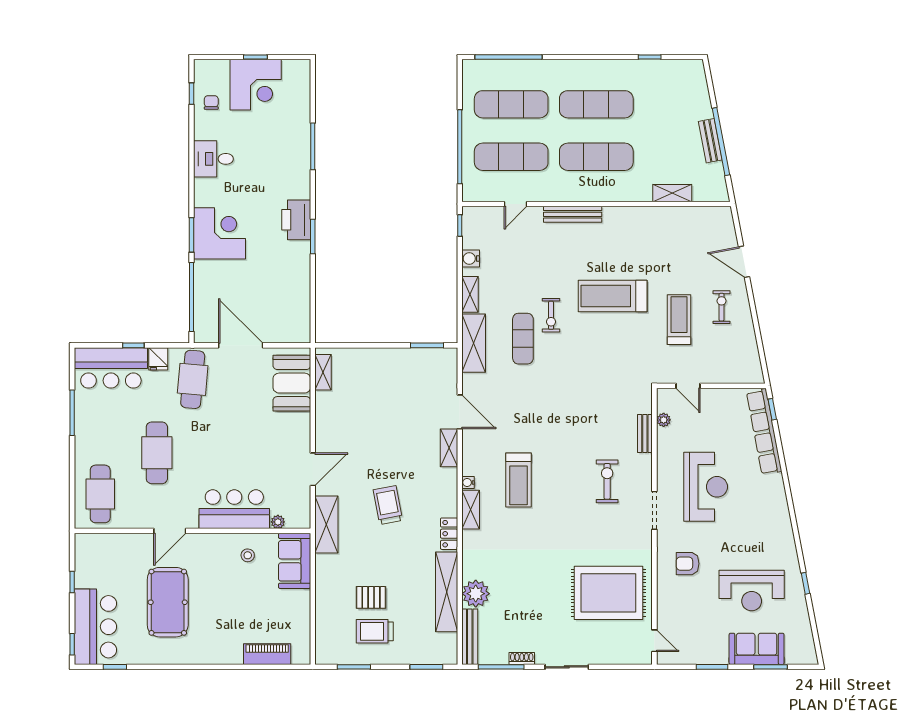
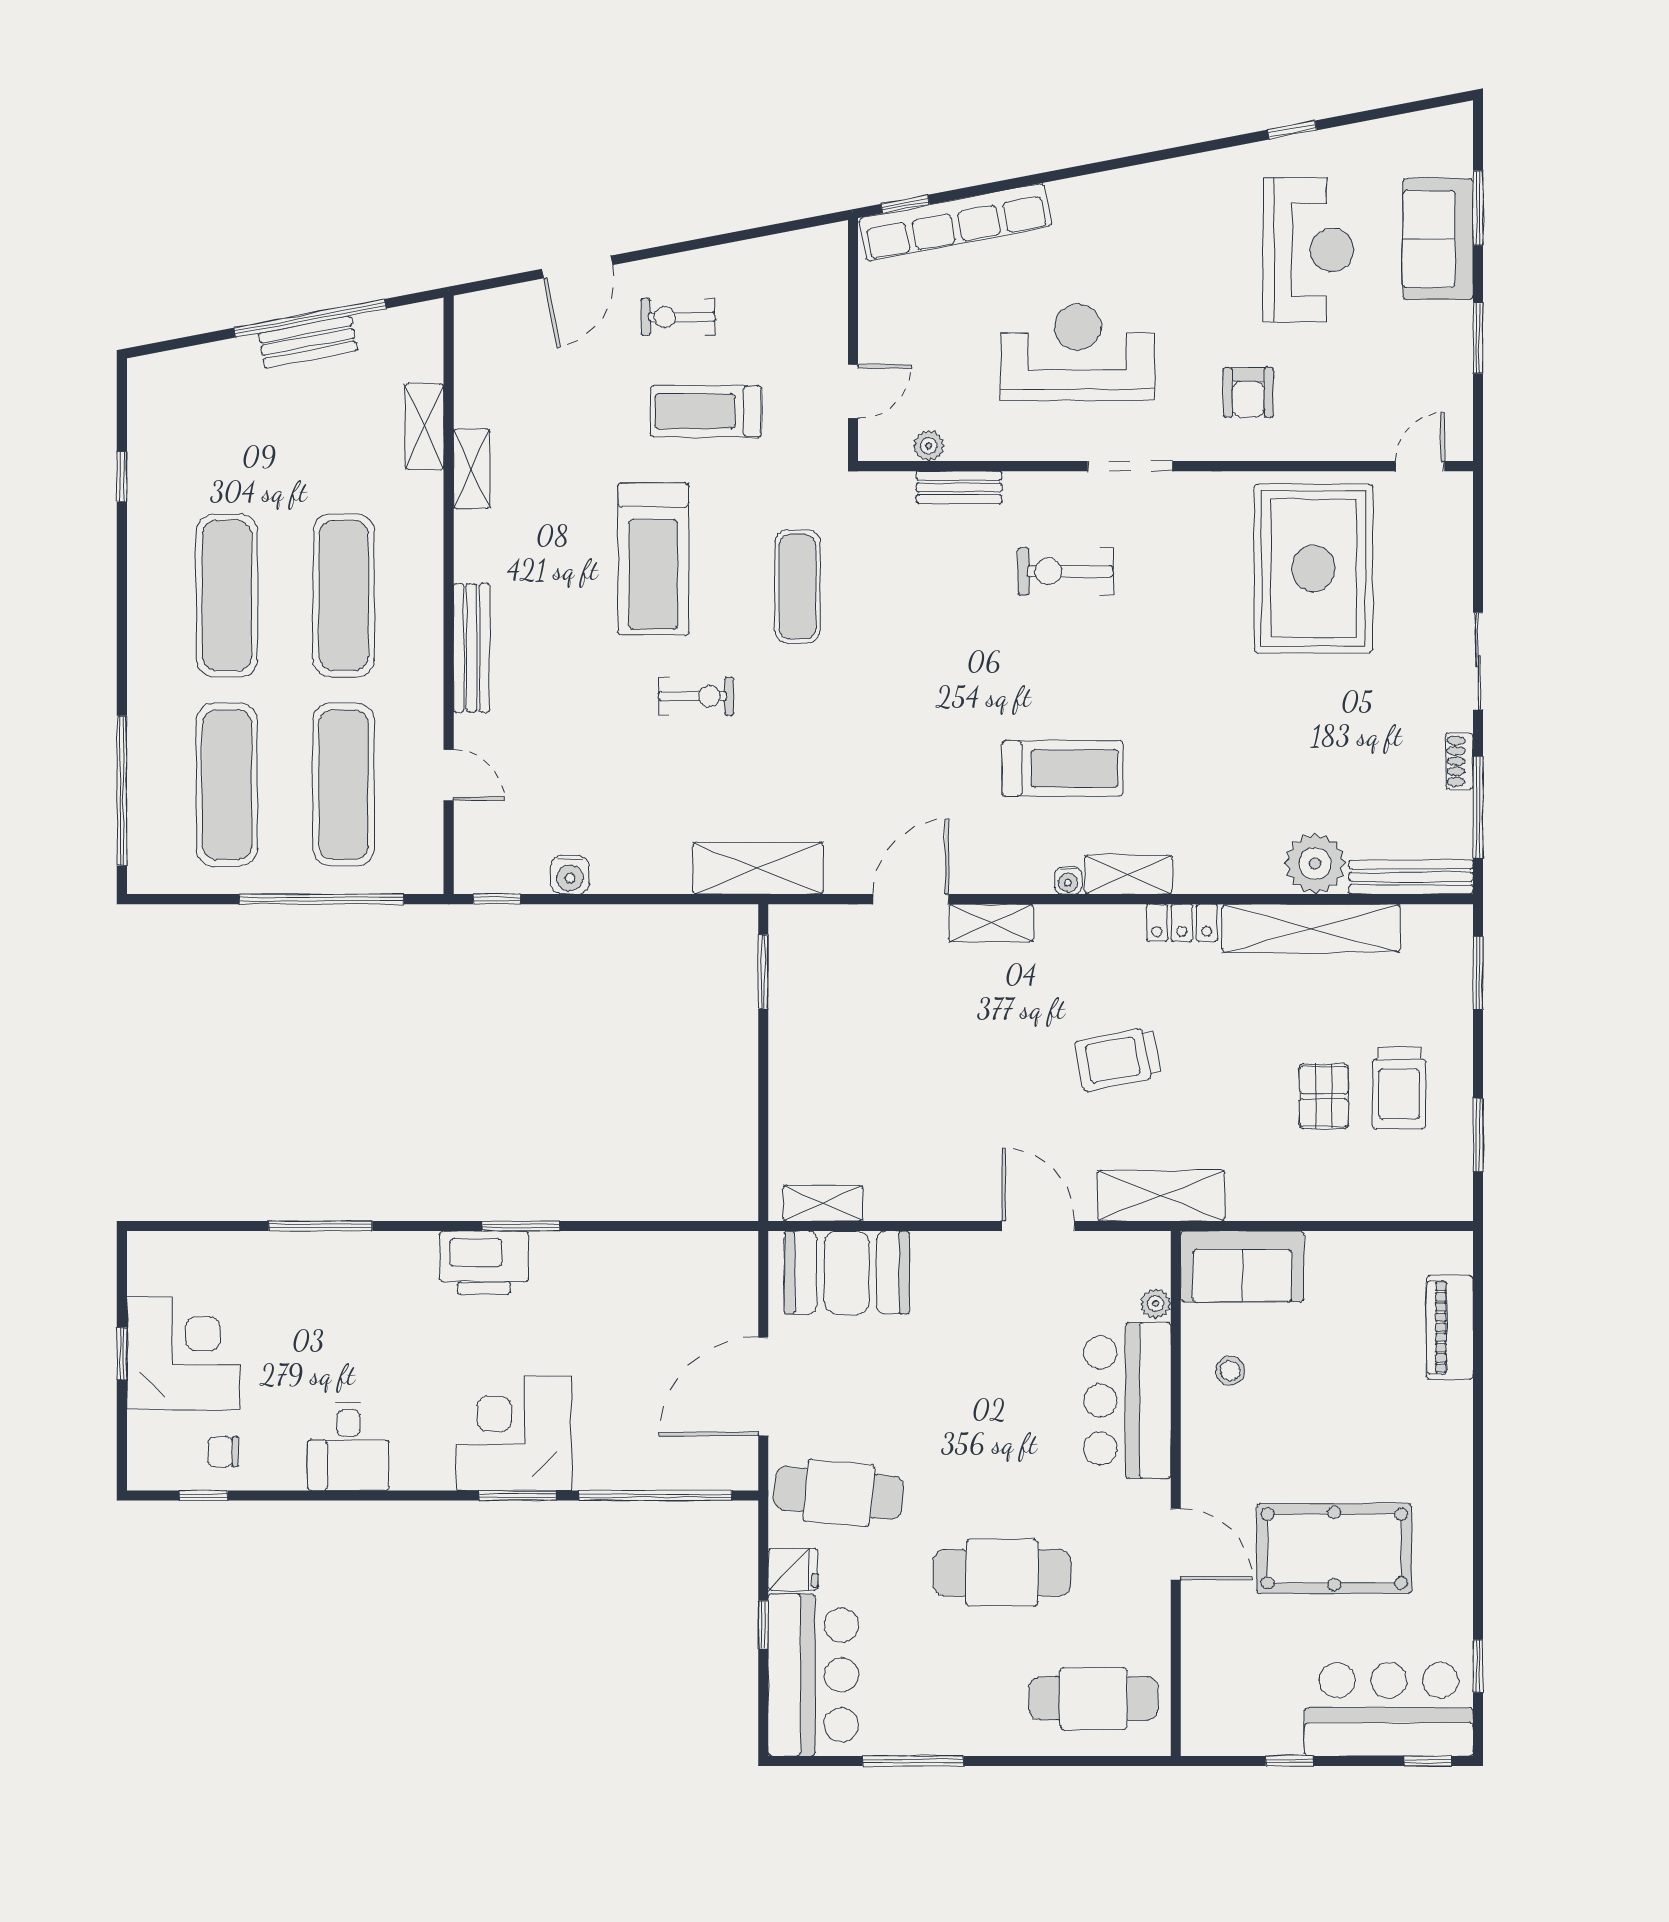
shelving: (470, 294) -> (472, 469), moved, turned 90
exercise mat: (523, 339) -> (798, 587), moved, turned 90

